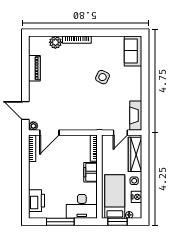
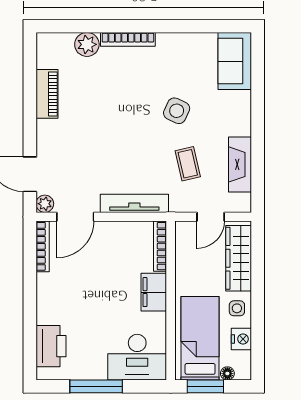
coffee table: (108, 105) -> (188, 164), added
fireplace: (136, 116) -> (240, 164), moved
tv unit: (80, 126) -> (134, 203), added

